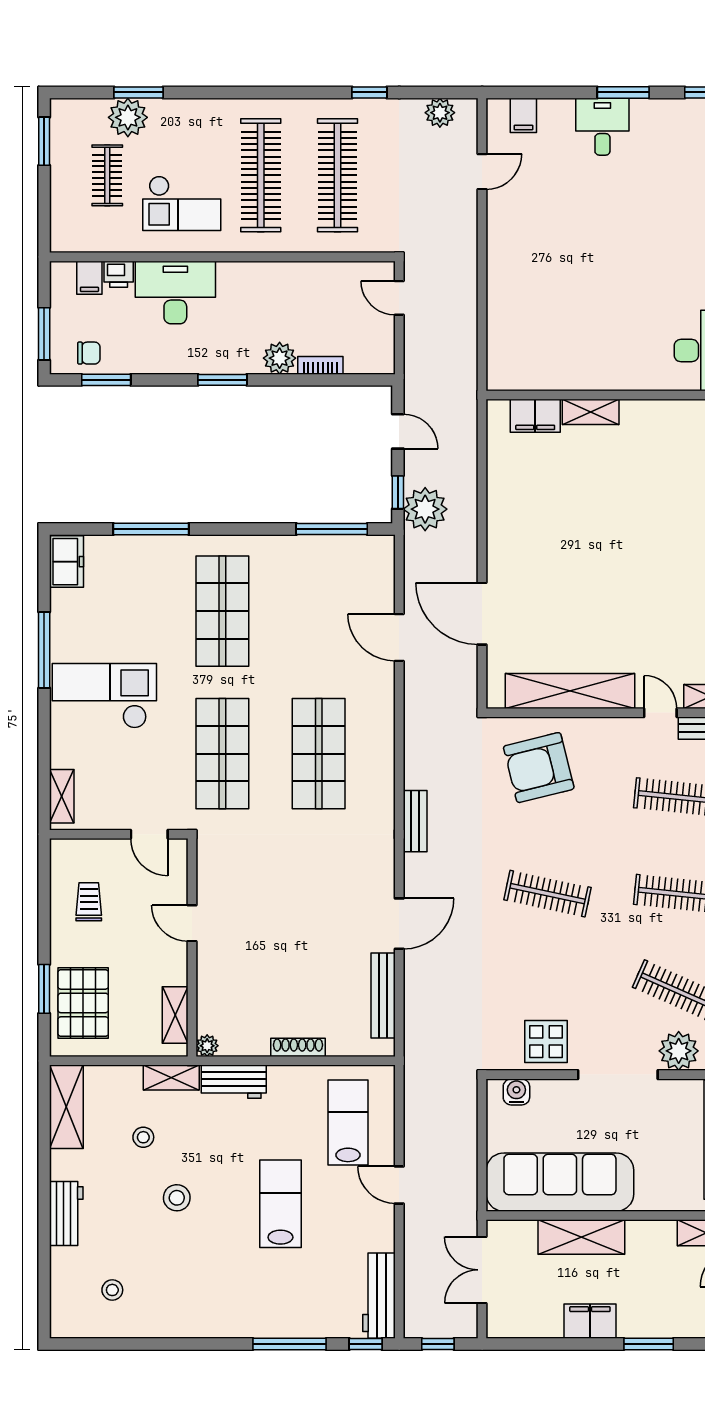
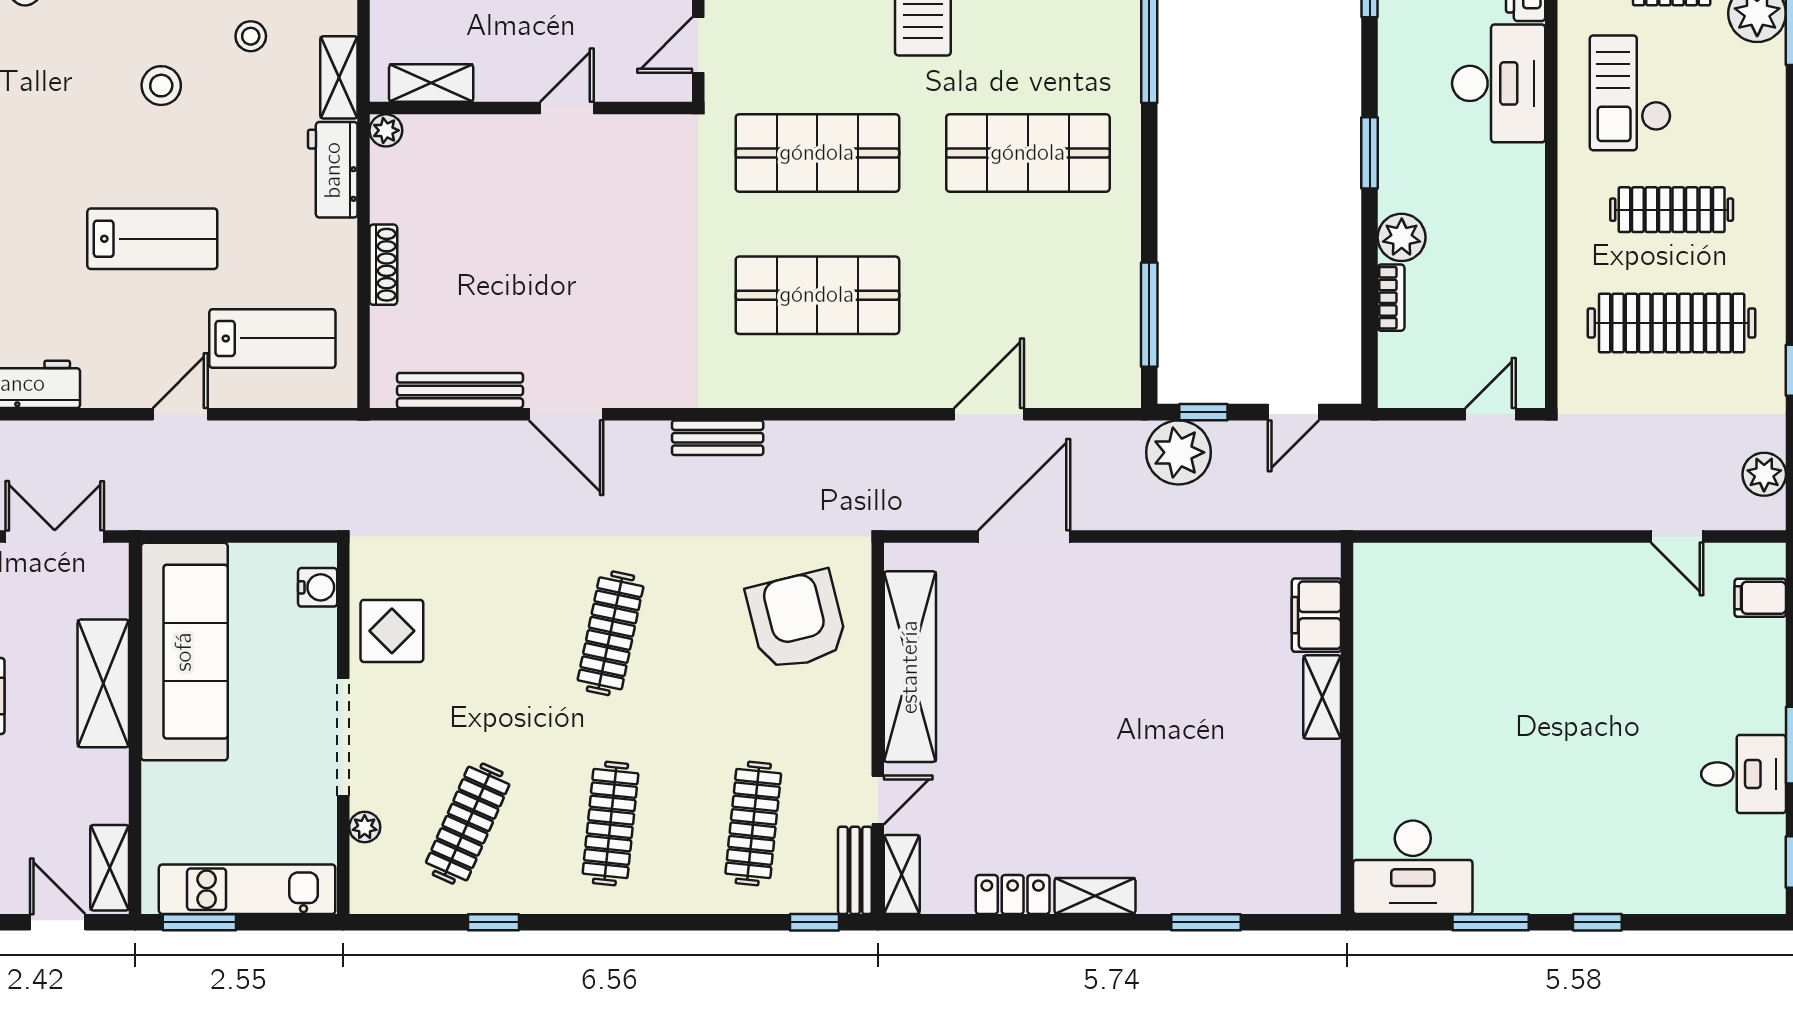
desk: (602, 127) -> (1744, 774), moved
clothes rail: (261, 175) -> (1672, 210), width x0.73, depth x0.76
plant: (679, 1051) -> (365, 827), width x0.53, depth x0.53

